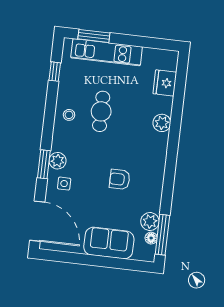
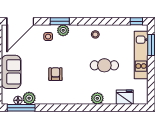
window: (55, 72) -> (136, 21), moved
cafe table: (101, 111) -> (104, 65), moved

